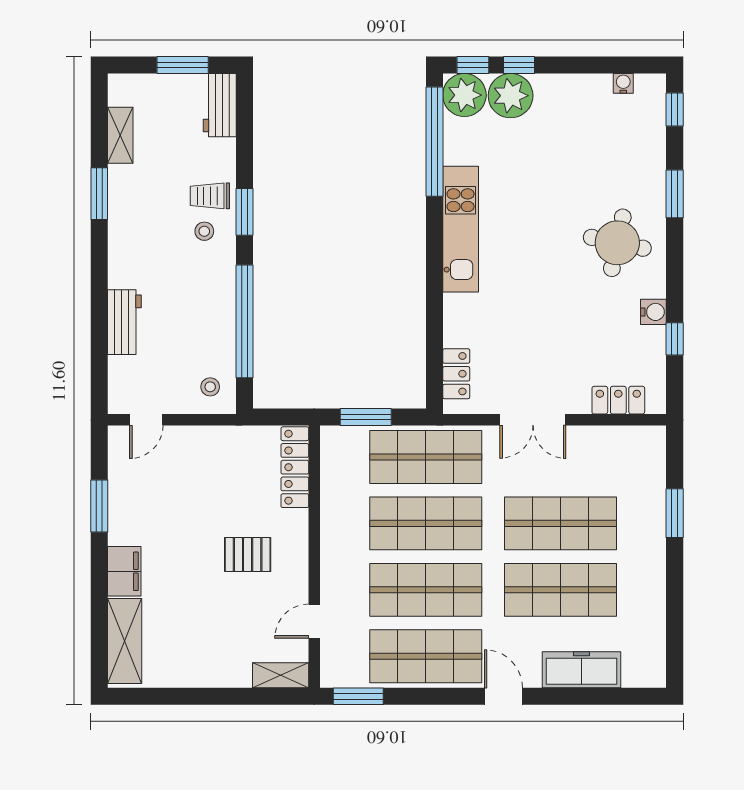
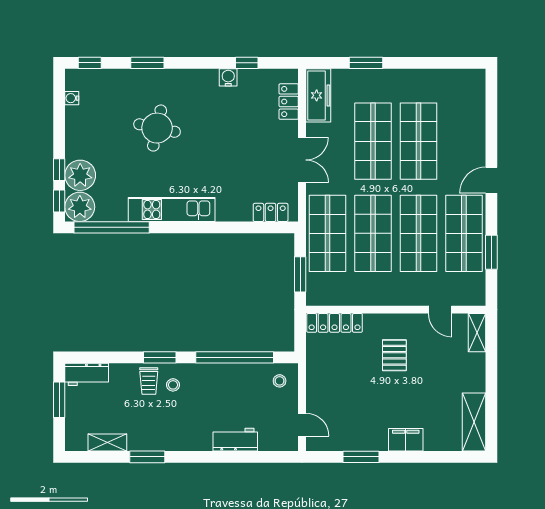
round table: (617, 243) -> (157, 128), moved
shelving: (125, 641) -> (474, 422), moved, turned 90
freezer: (581, 670) -> (318, 95), moved, turned 180
window: (358, 696) -> (491, 252), moved

